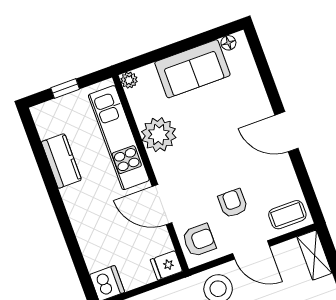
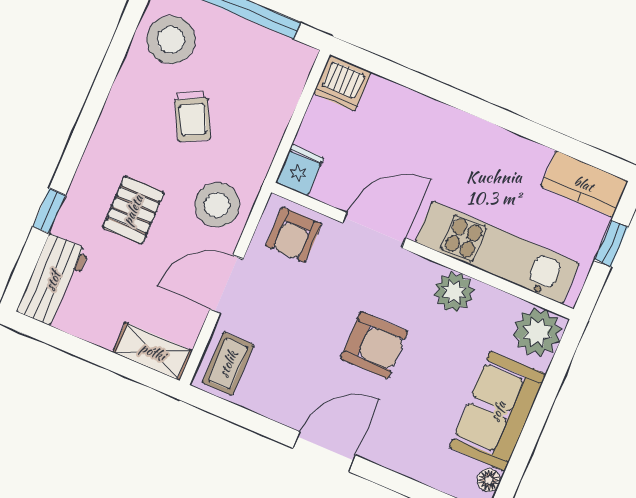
plant: (129, 80) -> (537, 332), width x1.88, depth x1.88
plant: (159, 135) -> (454, 292), width x0.73, depth x0.73
kitchen counter: (61, 161) -> (584, 184), moved
armchair: (233, 203) -> (374, 345), moved, width x1.38, depth x1.38

